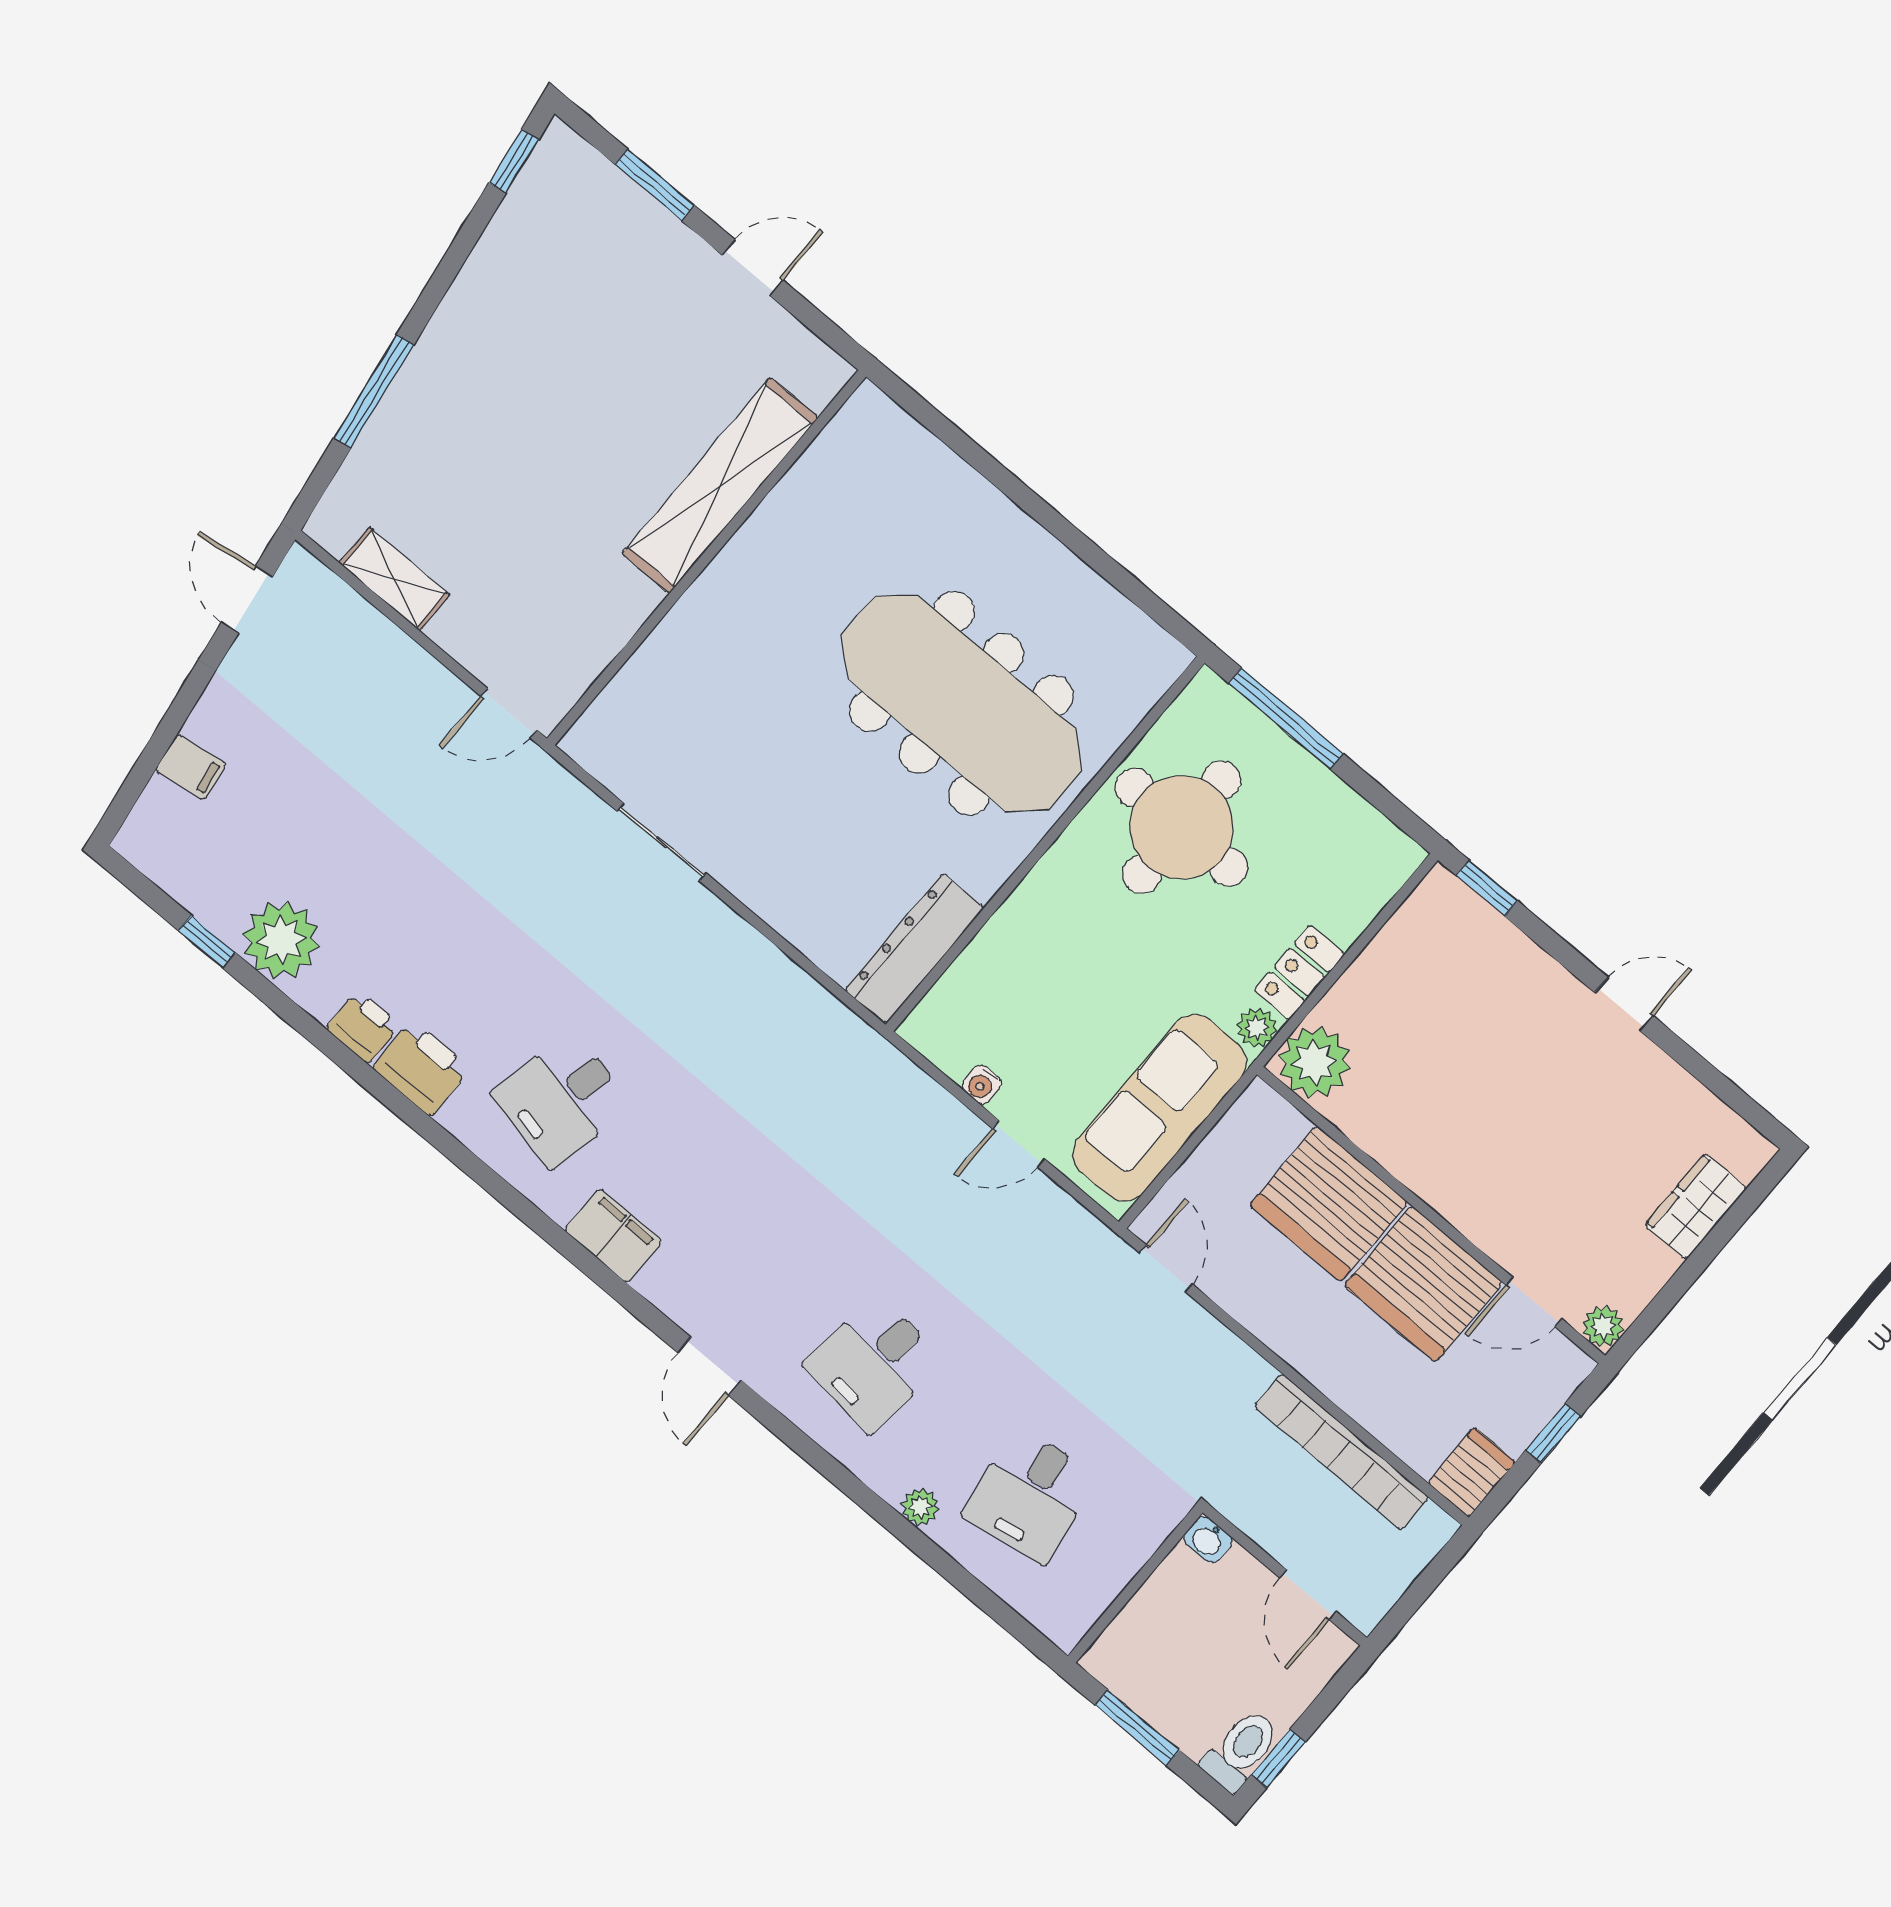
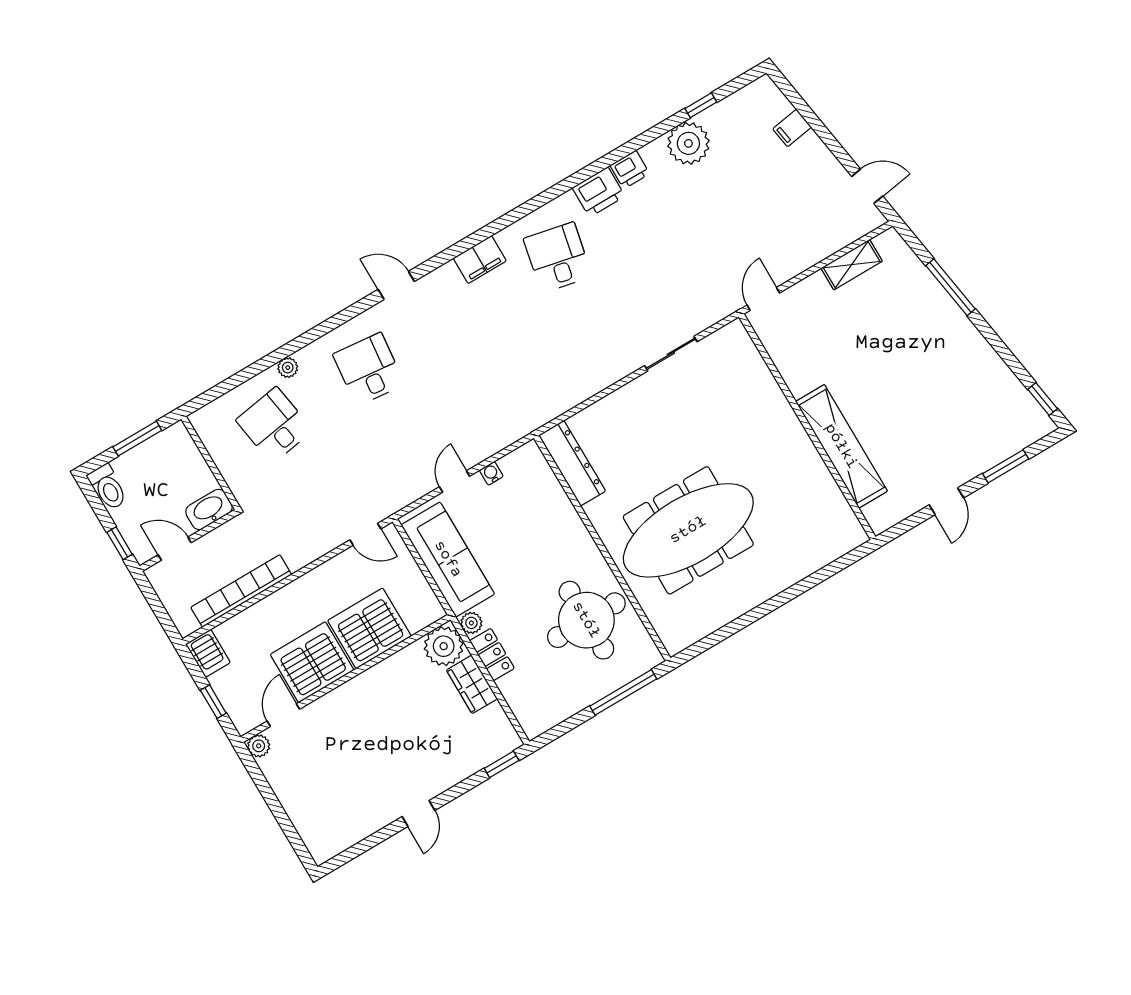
wardrobe: (1696, 1207) -> (472, 684), moved, turned 180
washbasin: (1208, 1540) -> (209, 509), width x1.91, depth x1.45
window: (1278, 1758) -> (120, 543), moved

